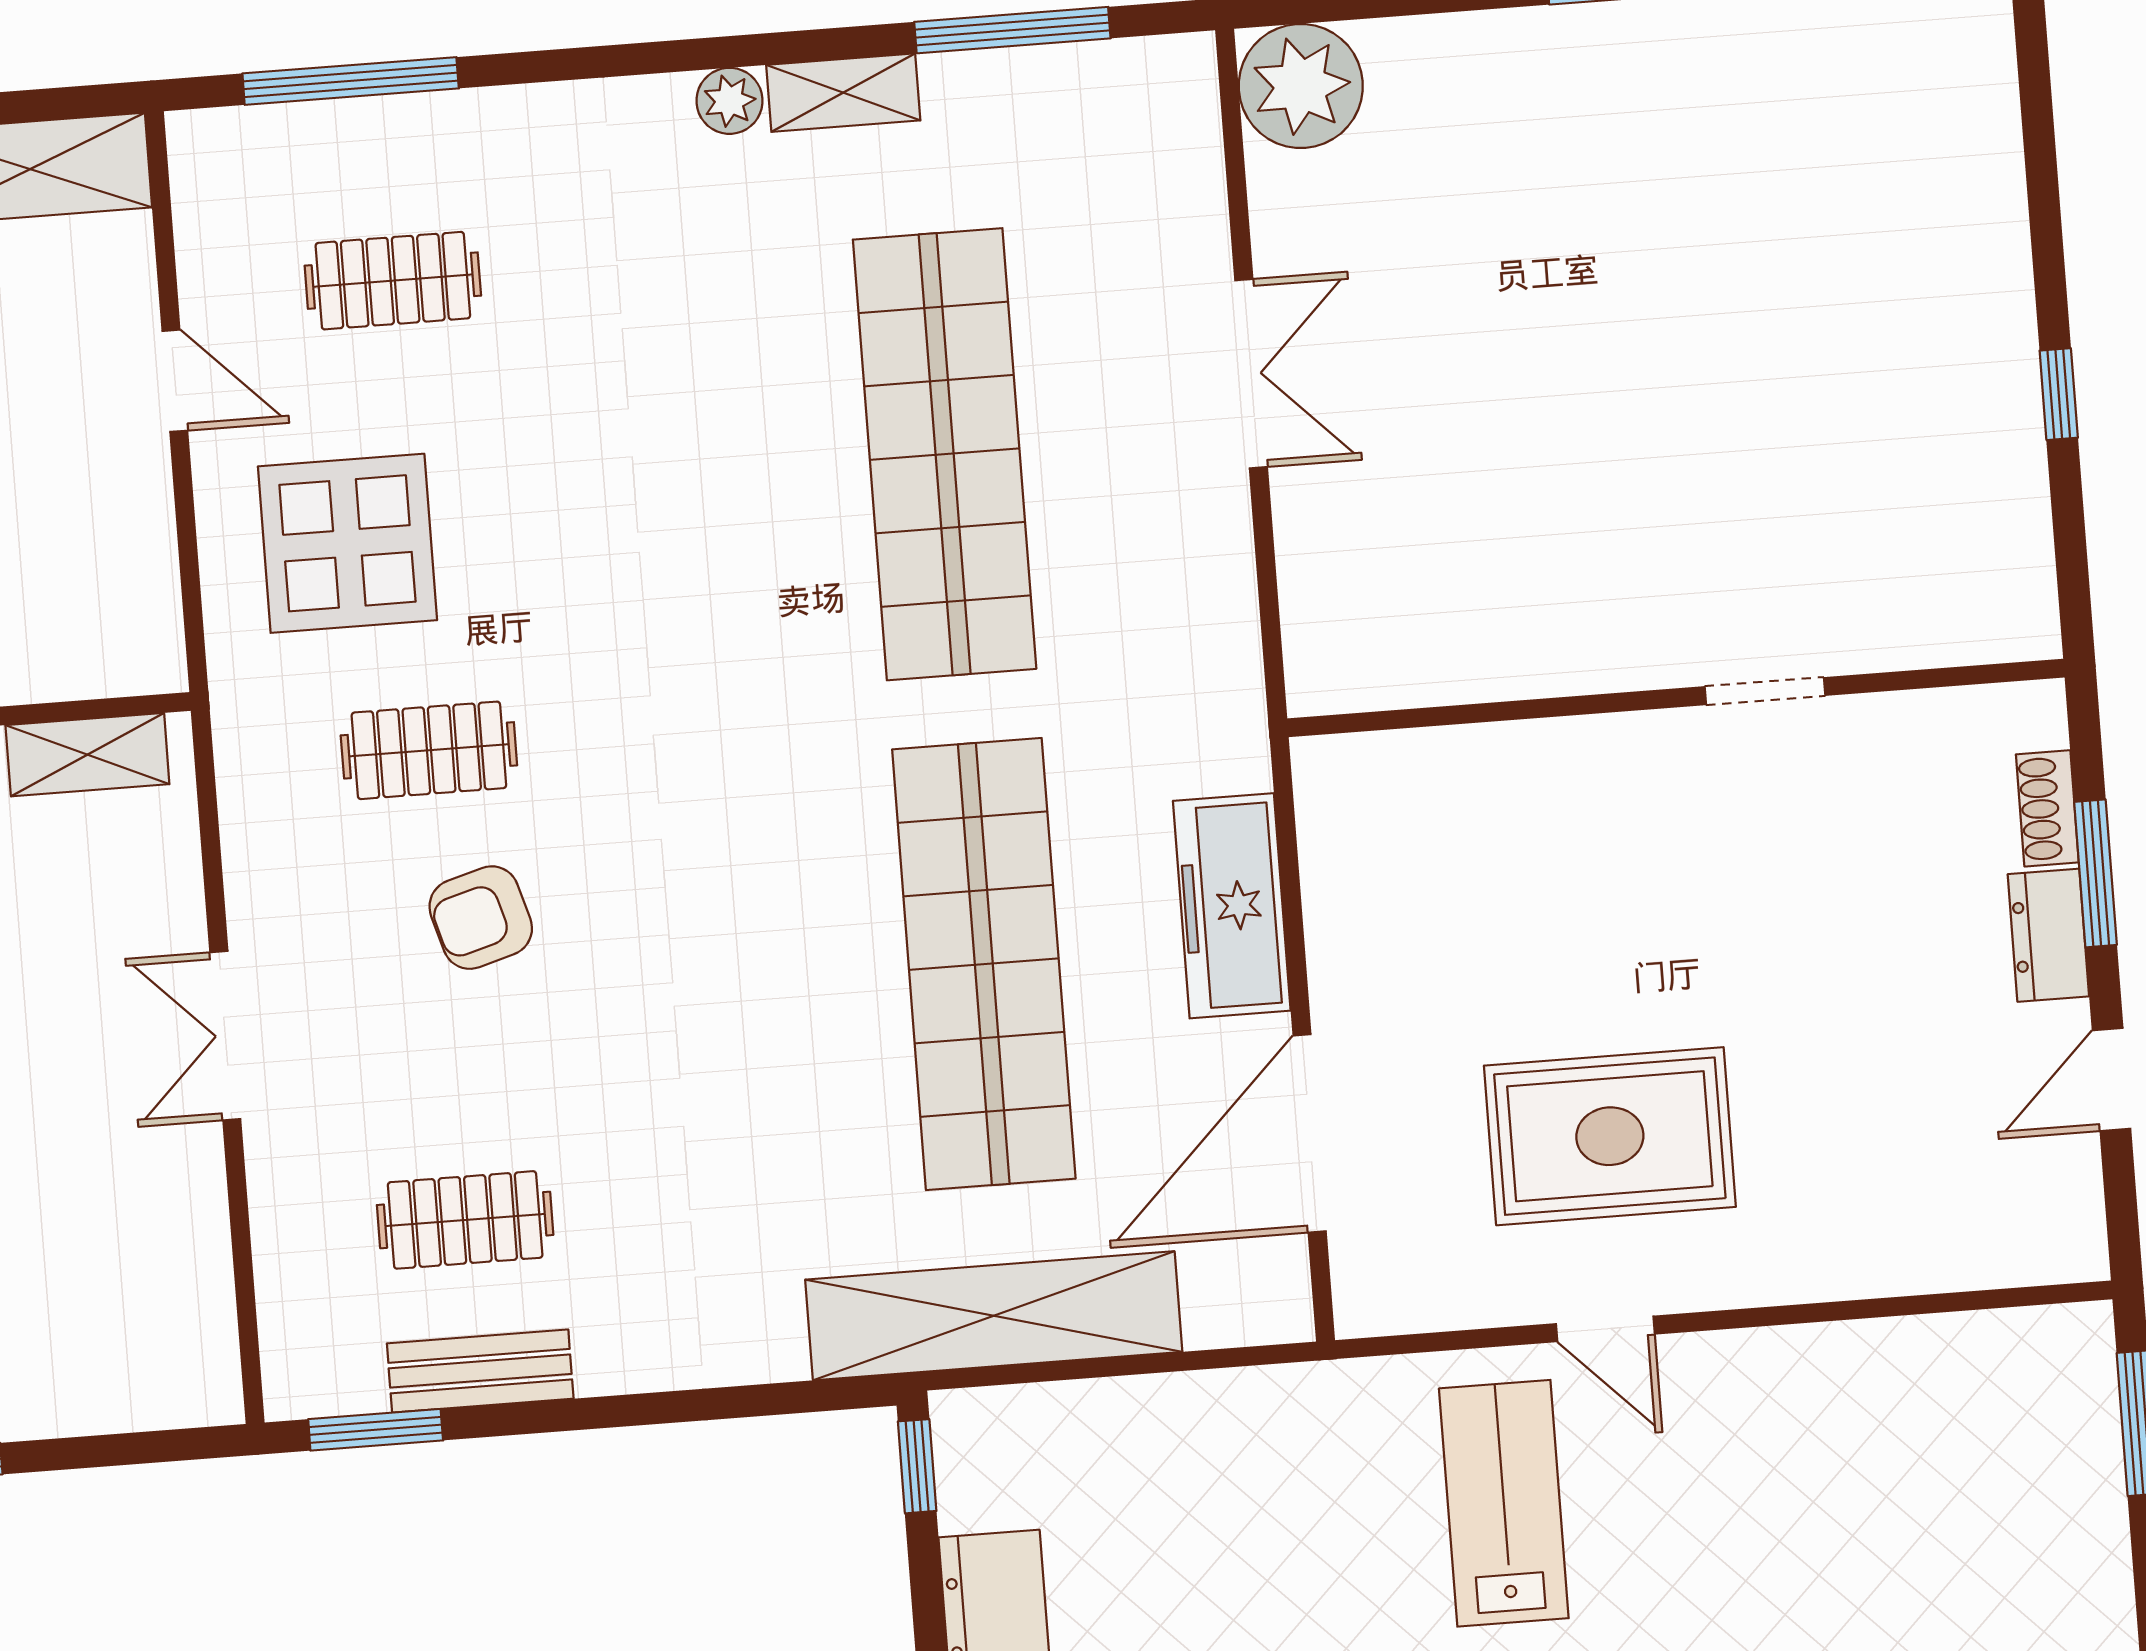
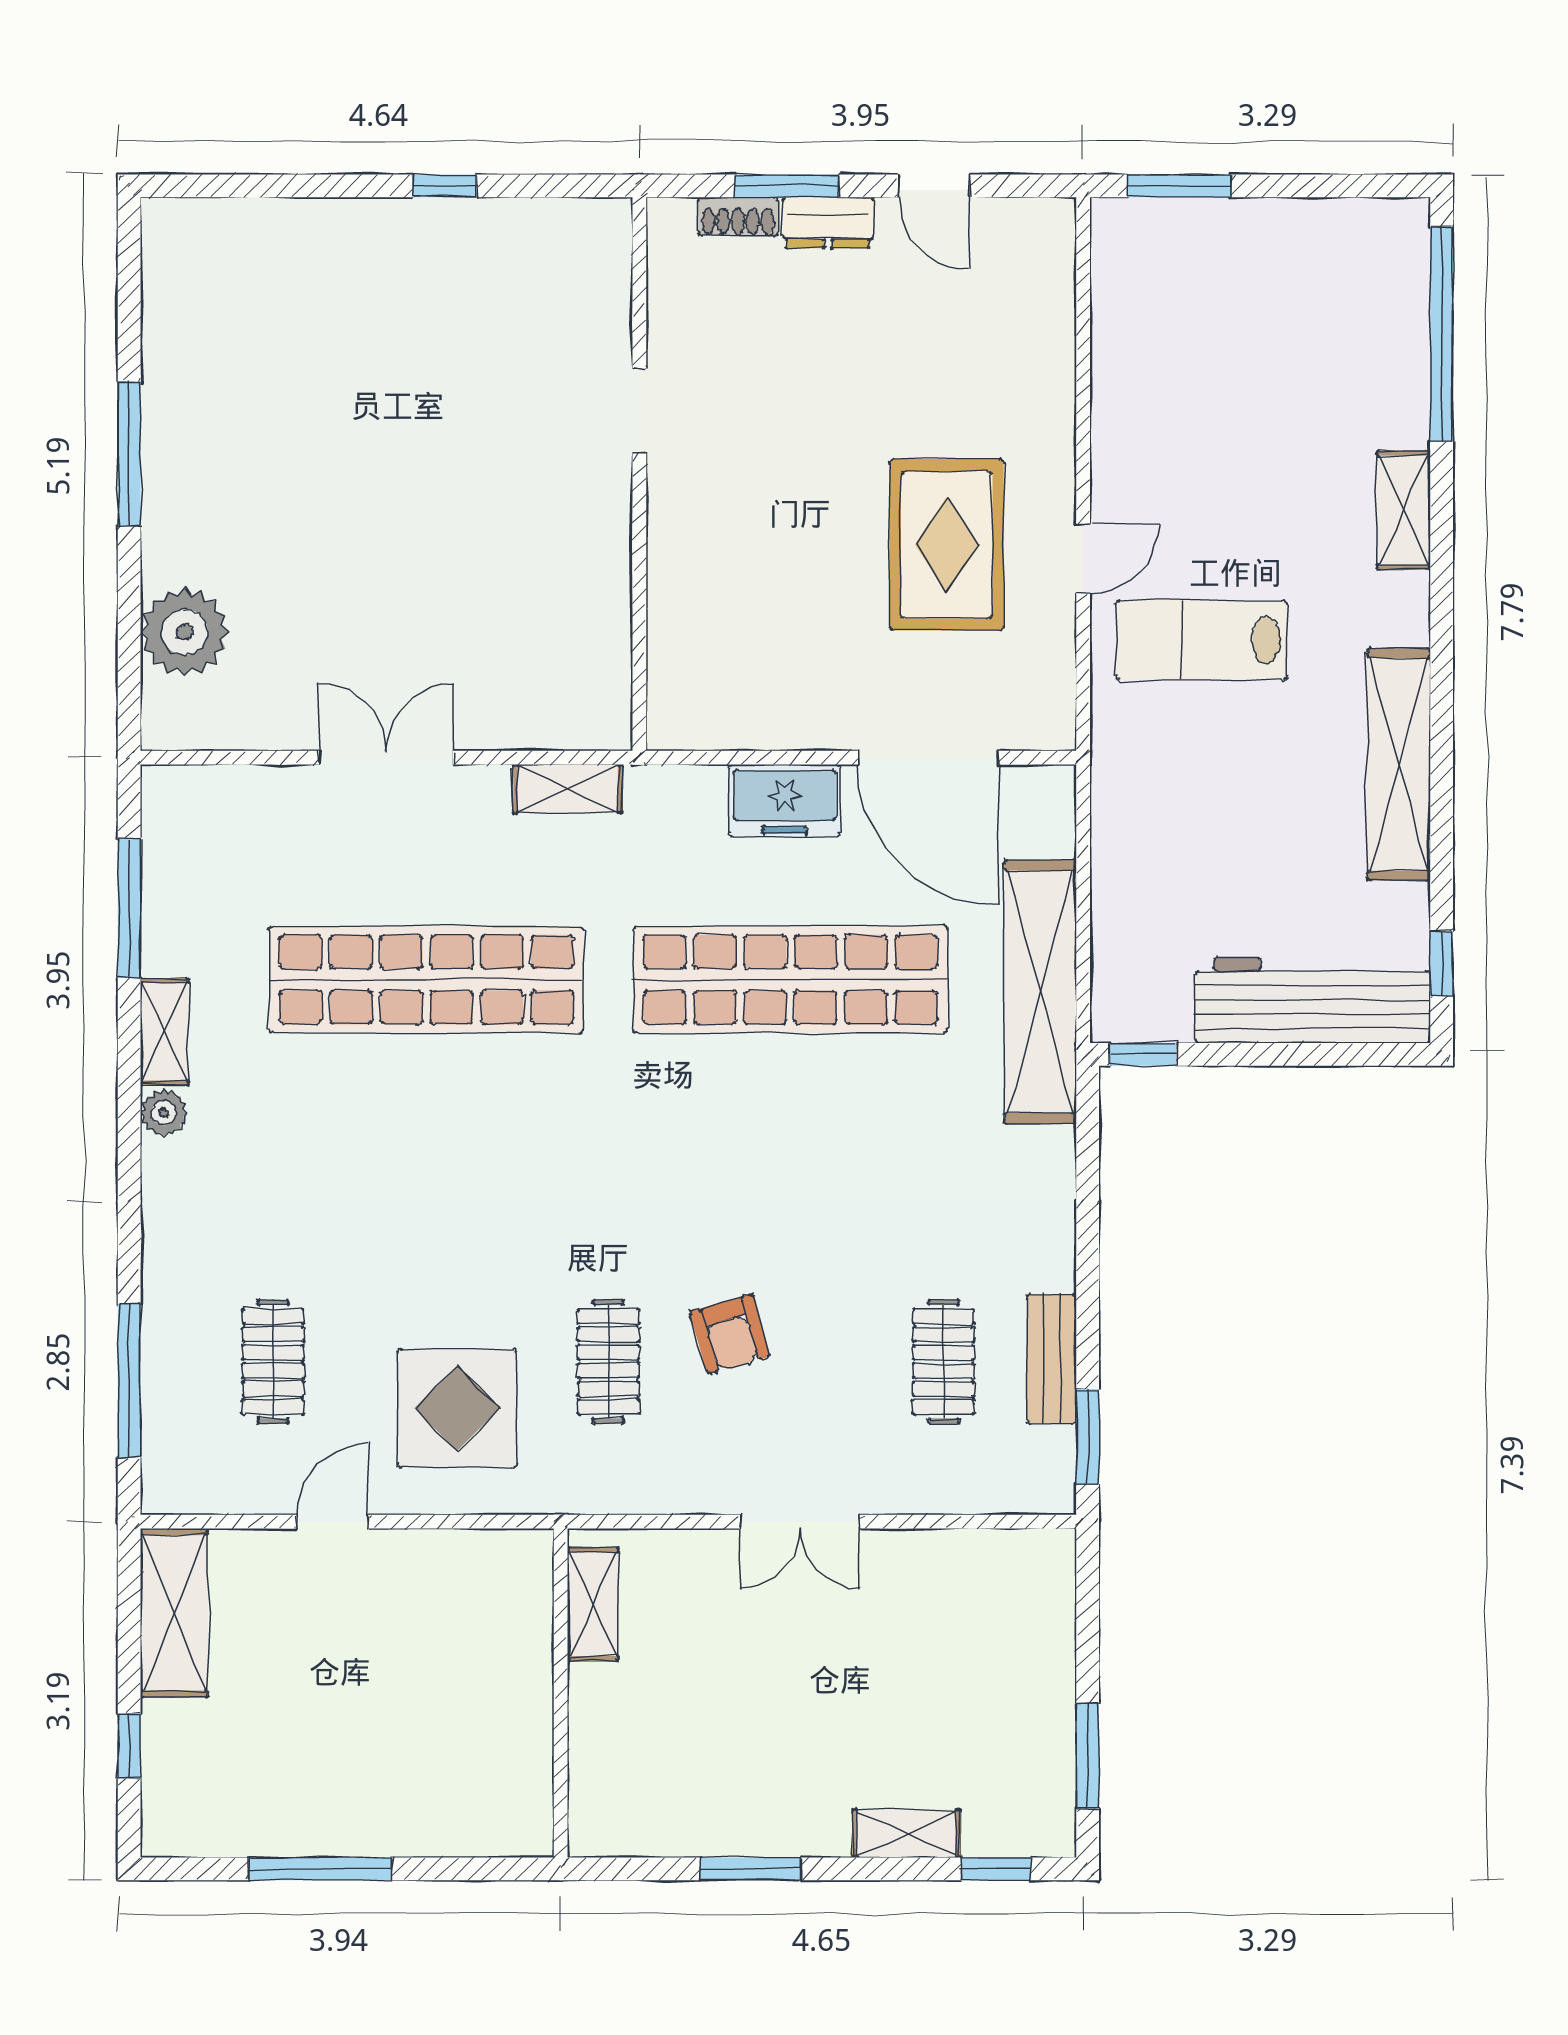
plant: (1301, 86) -> (185, 632), moved
shelving: (1227, 632) -> (568, 789), added
freezer: (1232, 906) -> (785, 800), width x0.71

